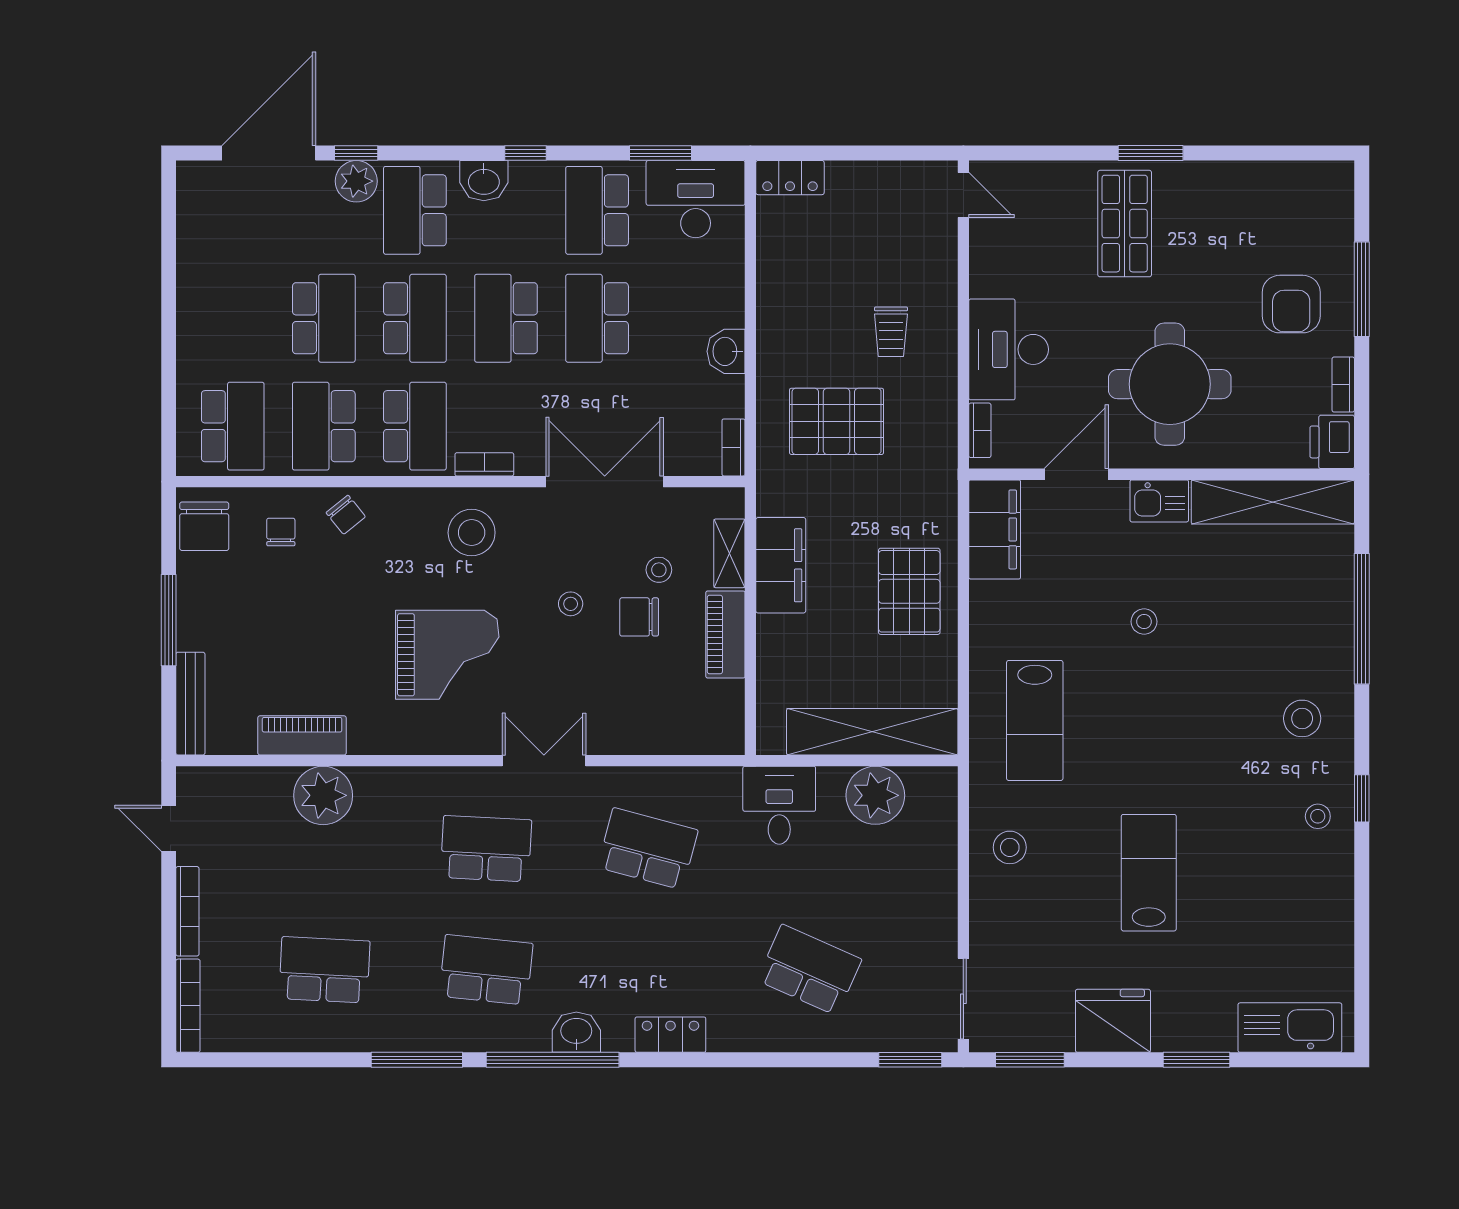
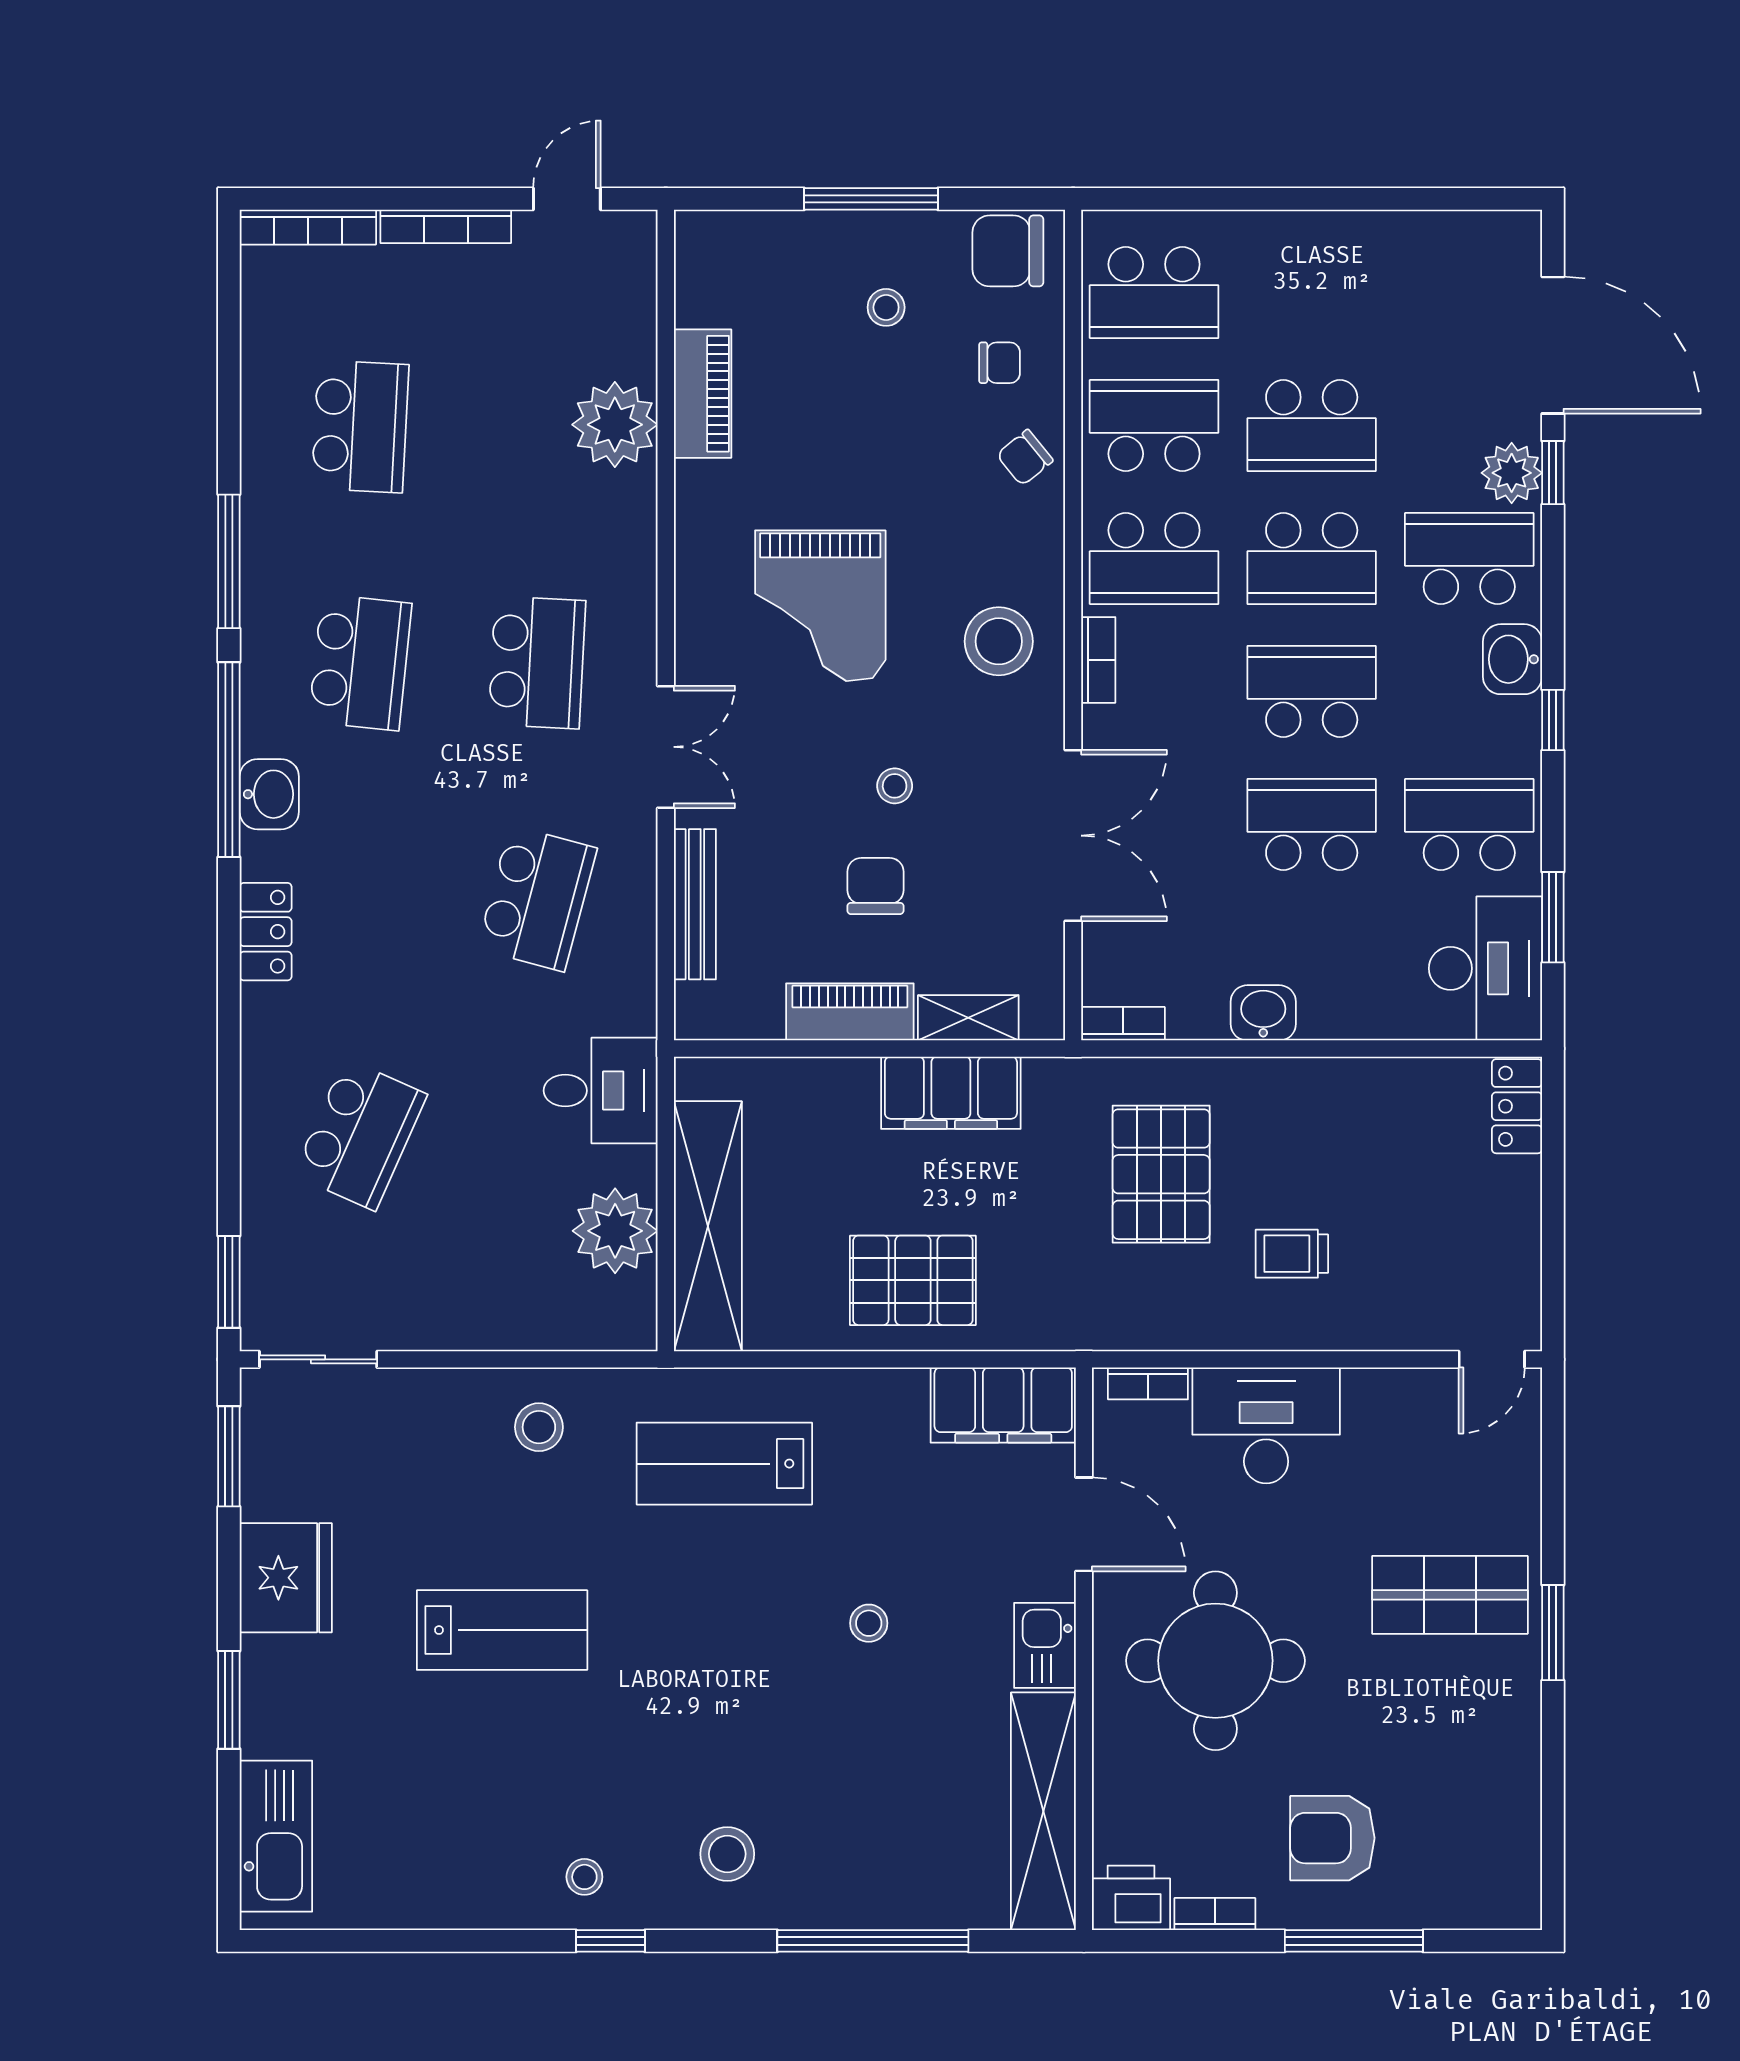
stool: (659, 570) -> (886, 307), moved
bench: (190, 704) -> (695, 904), moved, turned 90

